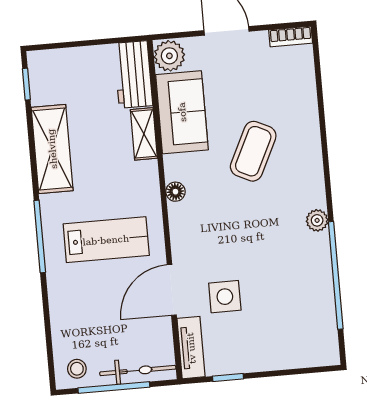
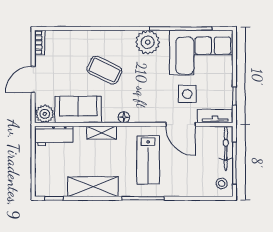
shelving: (144, 134) -> (102, 133), moved
plant: (317, 220) -> (148, 42), width x1.87, depth x1.87
lab bench: (106, 240) -> (148, 160), turned 180
corner sofa: (298, 314) -> (201, 53), added

